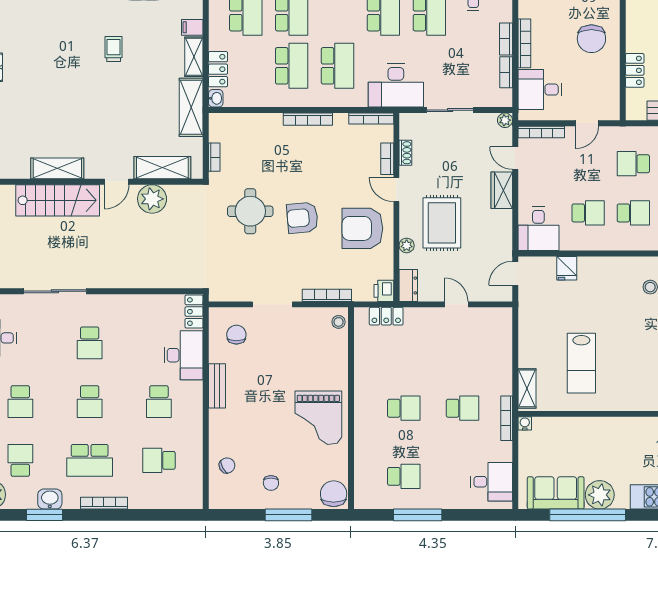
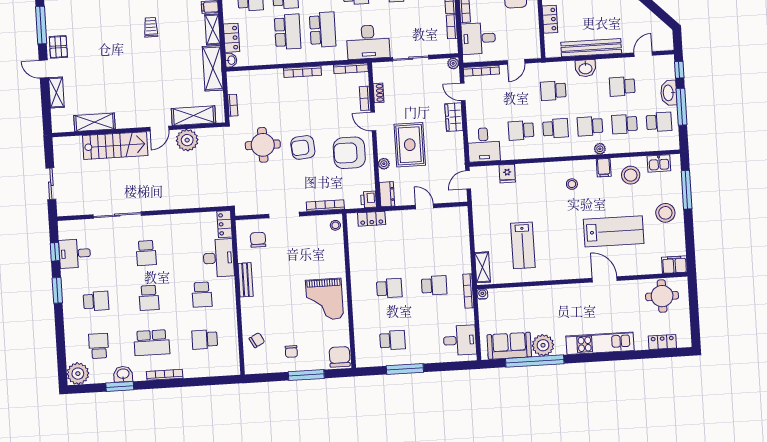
shelving: (57, 168) -> (95, 122), moved
school desk: (588, 213) -> (521, 130), turned 180
school desk: (20, 402) -> (96, 301), turned -90

